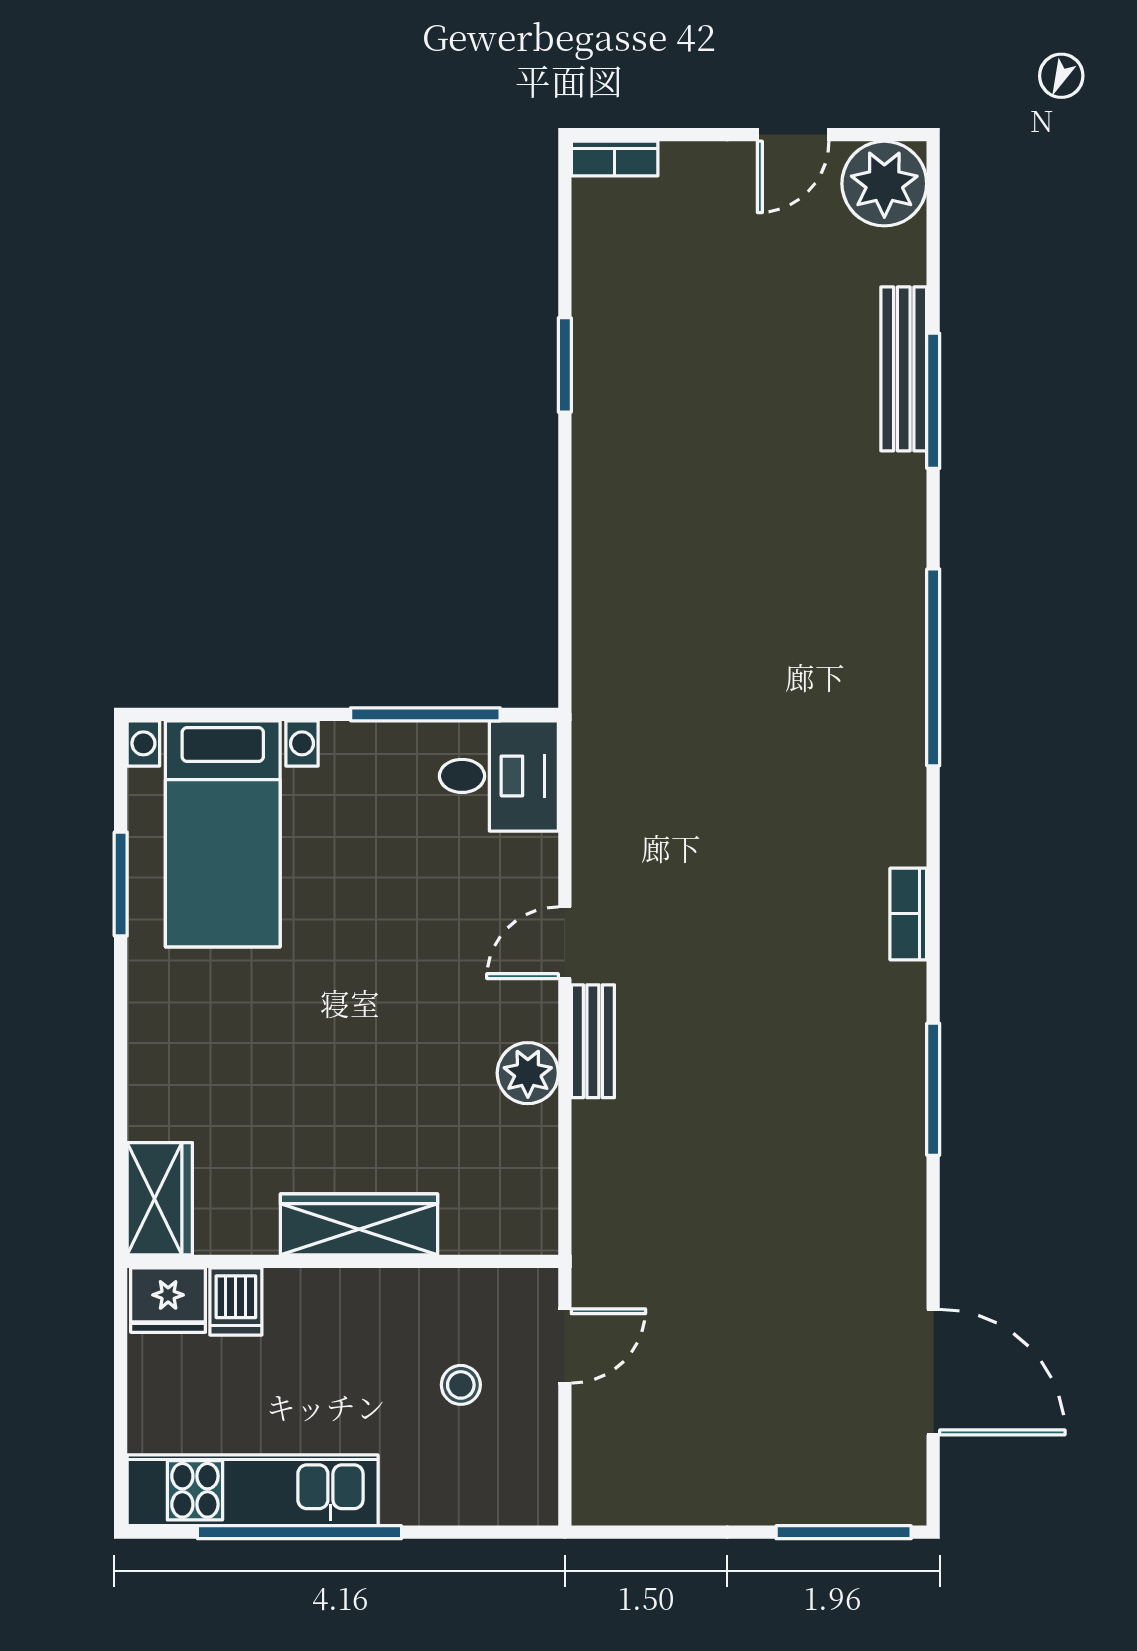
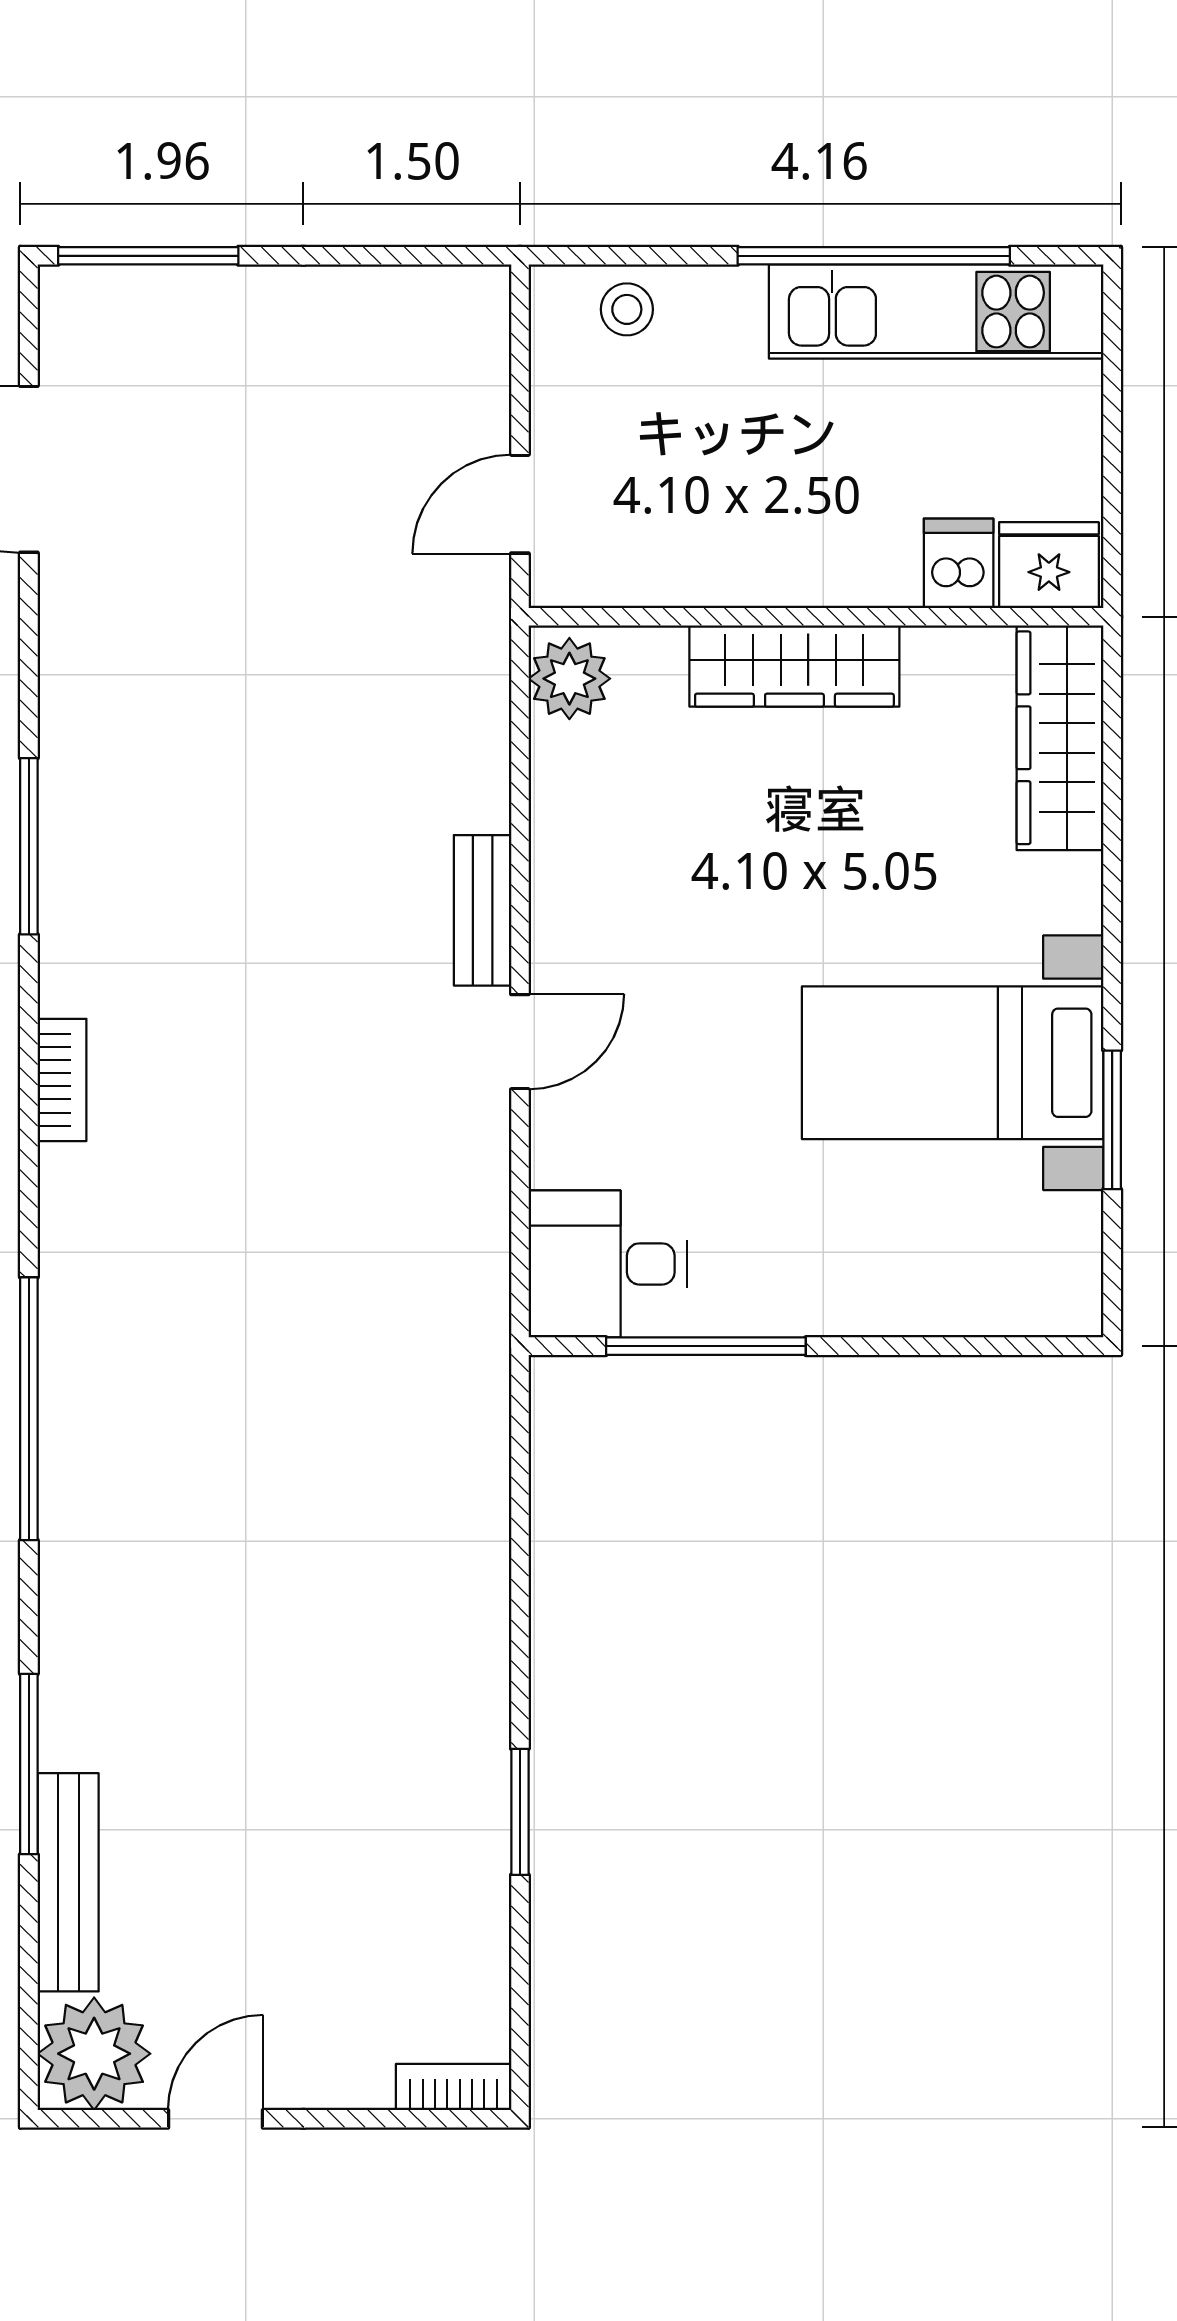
bench: (904, 369) -> (68, 1882), moved
bed with nightstands: (223, 834) -> (953, 1063), moved, turned -90
plant: (528, 1073) -> (569, 679), moved
wardrobe: (160, 1199) -> (1060, 738), width x1.50
stool: (461, 1385) -> (627, 309), moved

